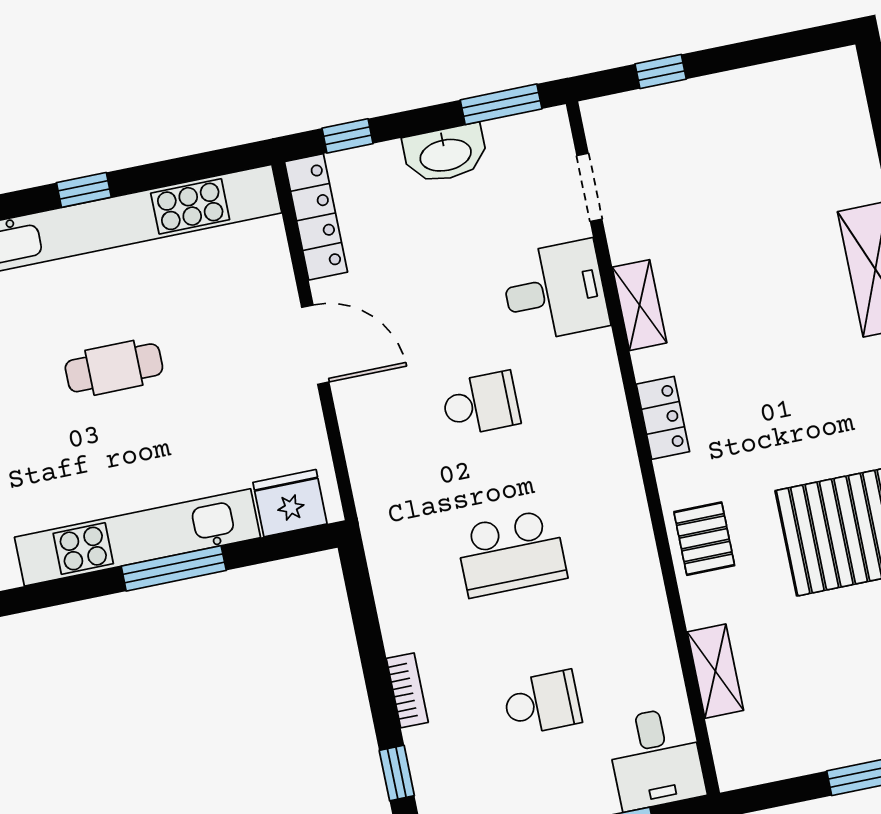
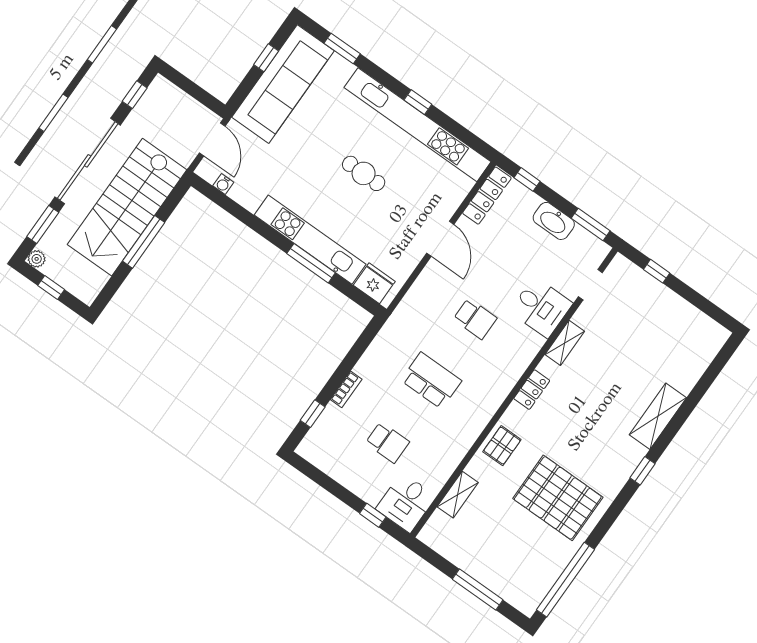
school desk: (511, 553) -> (431, 381), turned 180

